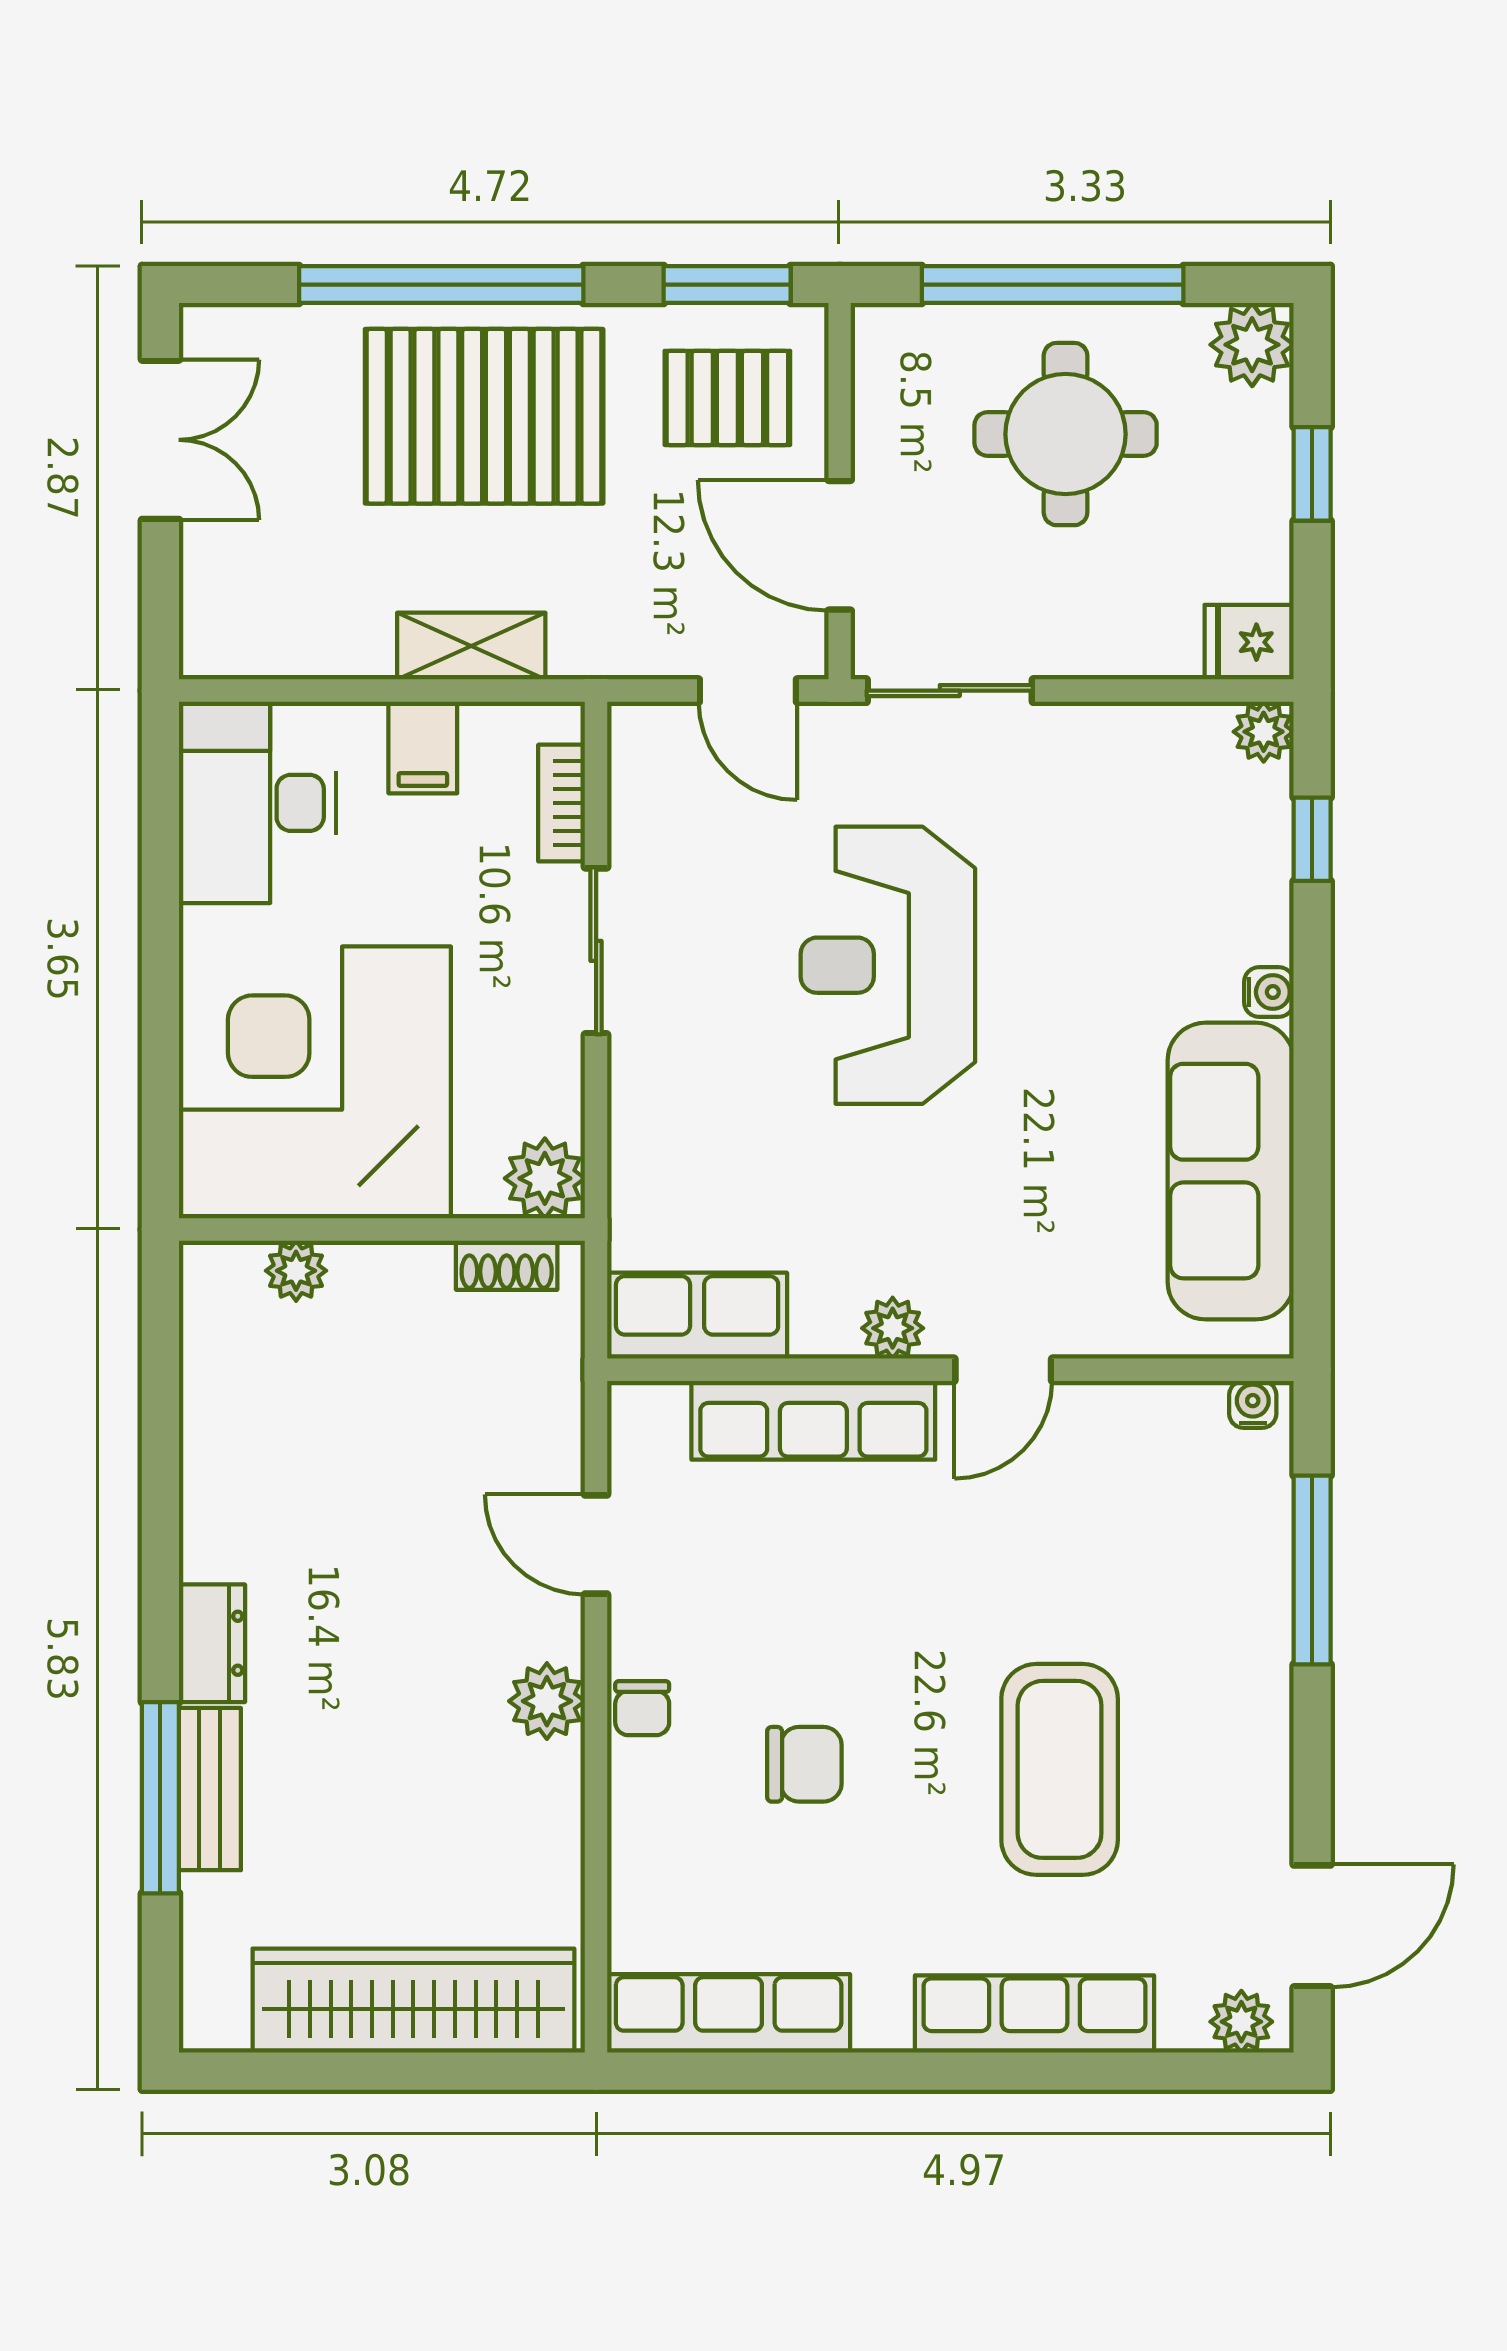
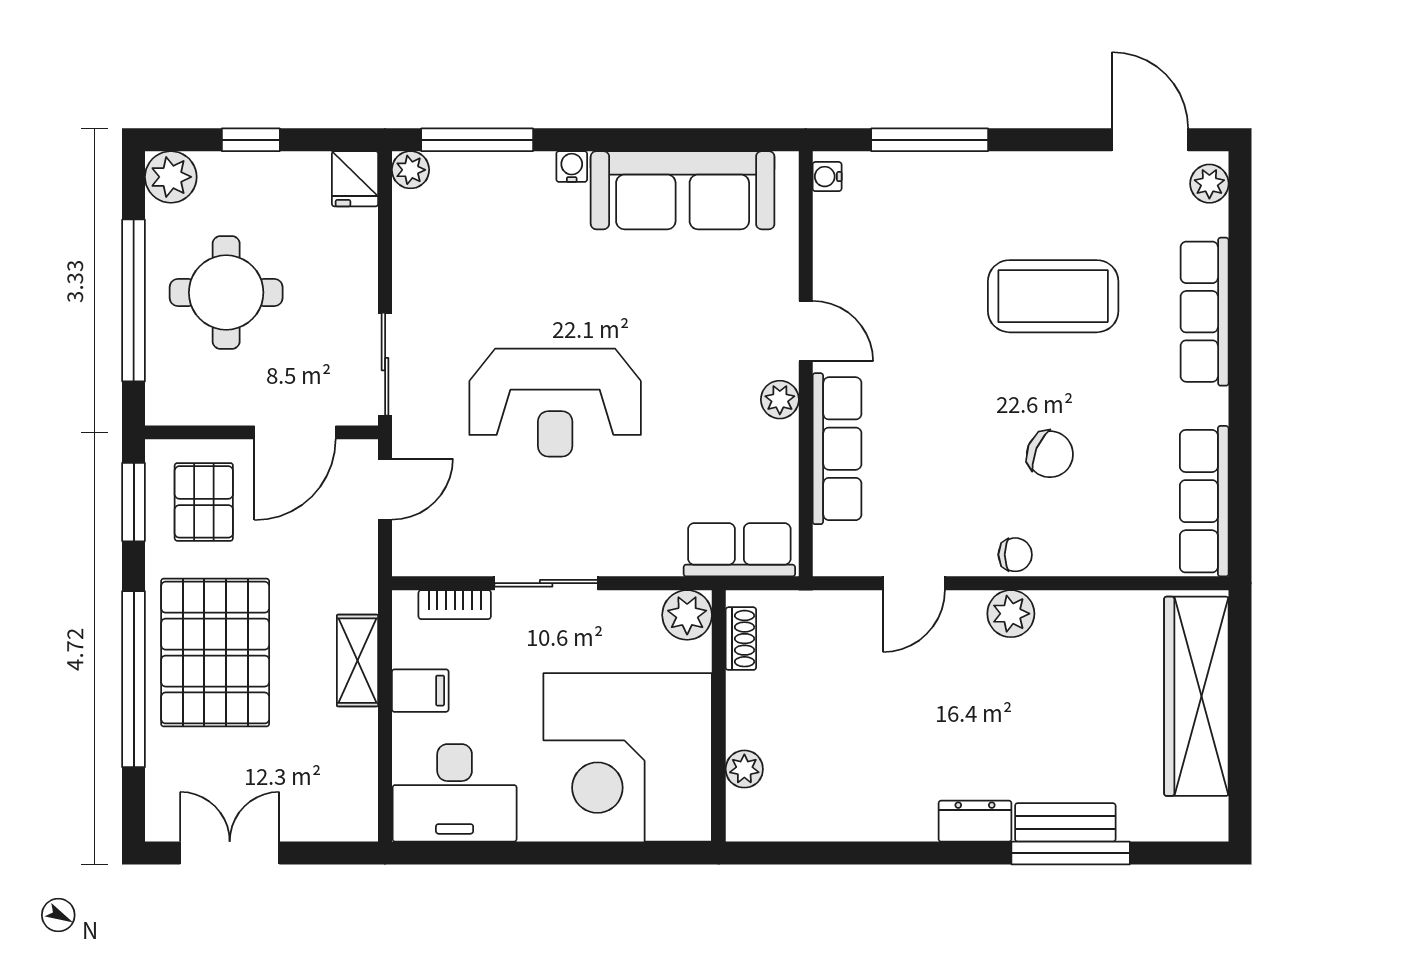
window: (1312, 839) -> (477, 140), width x2.17
row of seats: (697, 1316) -> (739, 550), moved, turned 90
chair: (804, 1764) -> (1050, 454), turned 113

